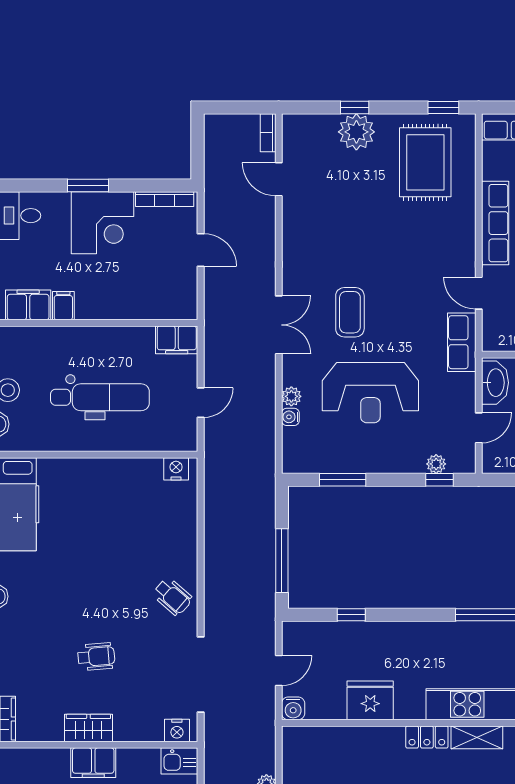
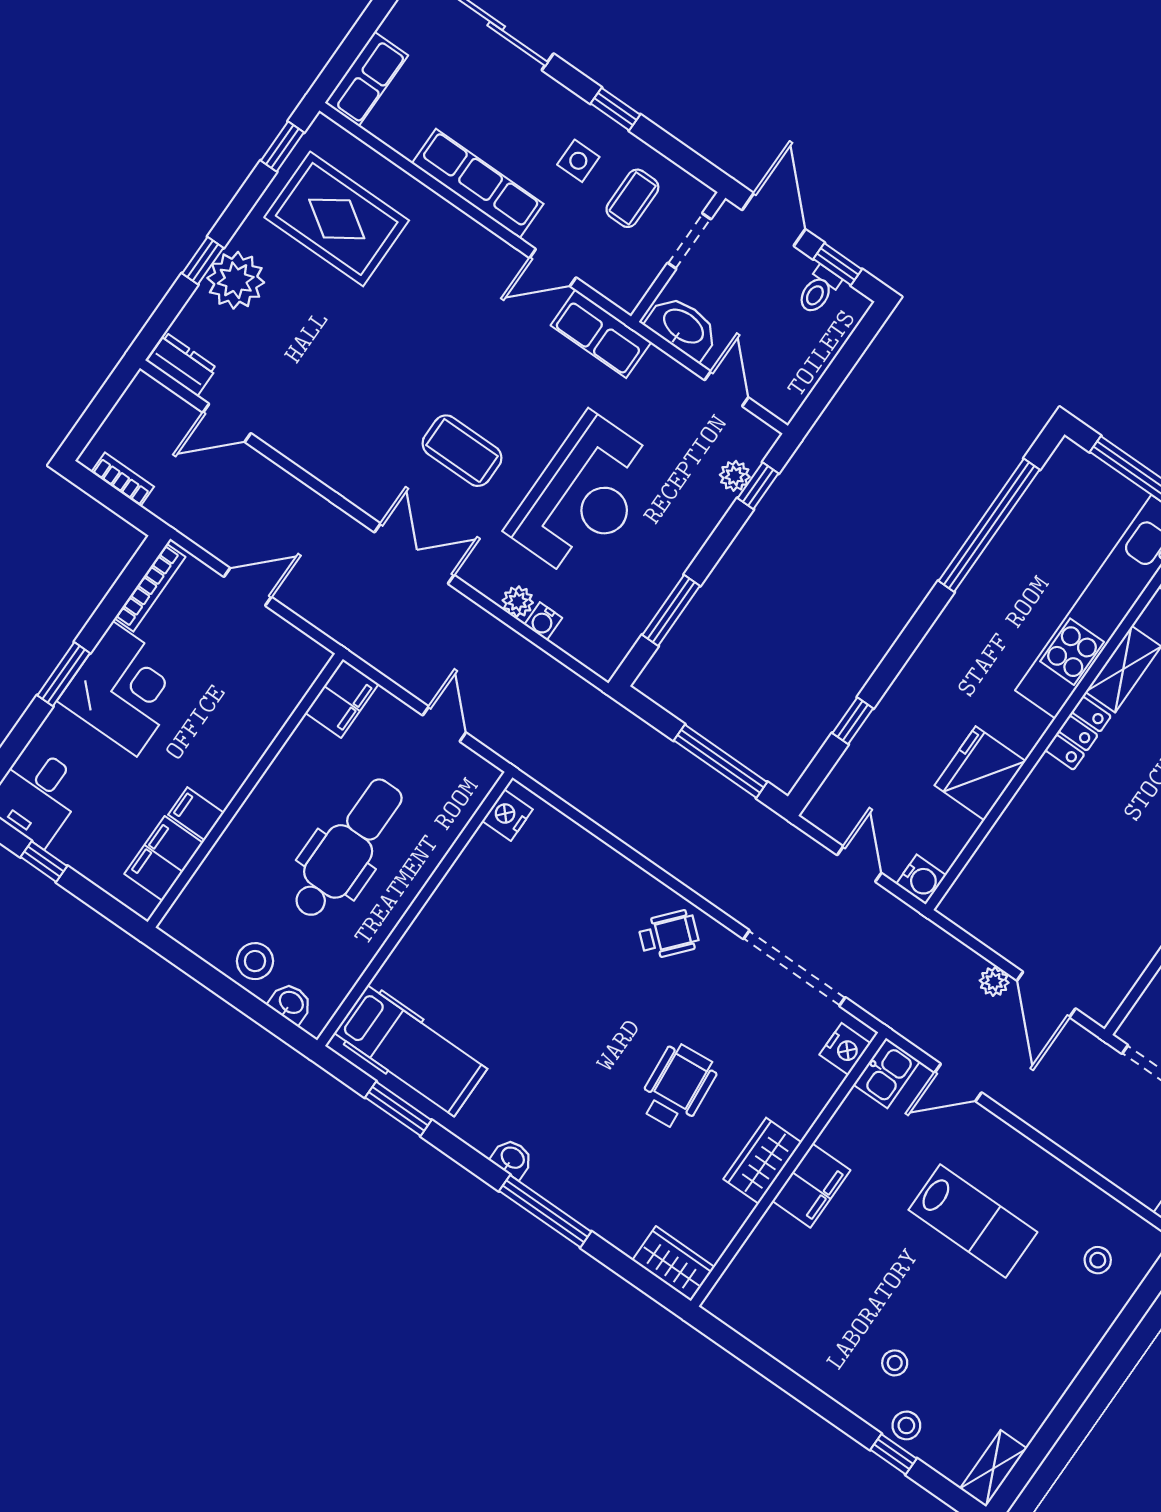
bookcase: (268, 133) -> (123, 479), moved, turned 180
dresser: (293, 134) -> (182, 364), added
wheelchair: (96, 657) -> (677, 1087), width x1.36, depth x1.37

